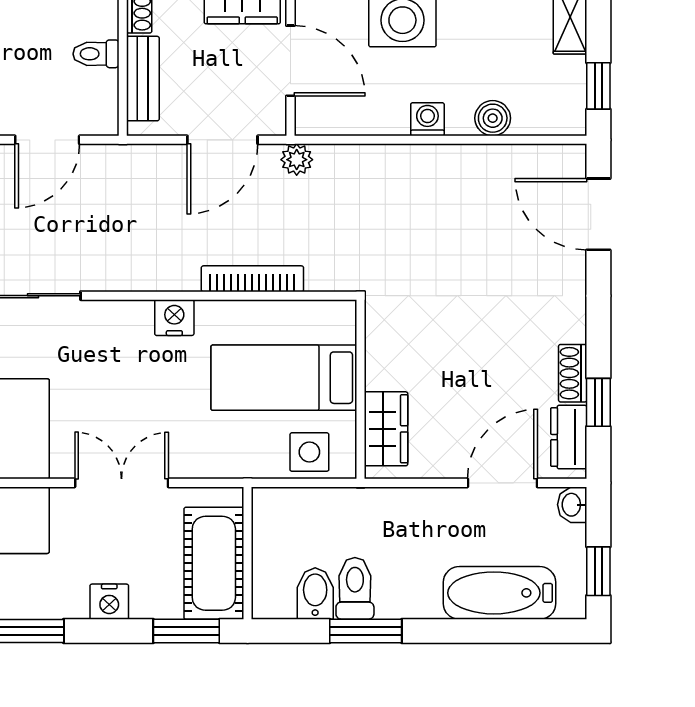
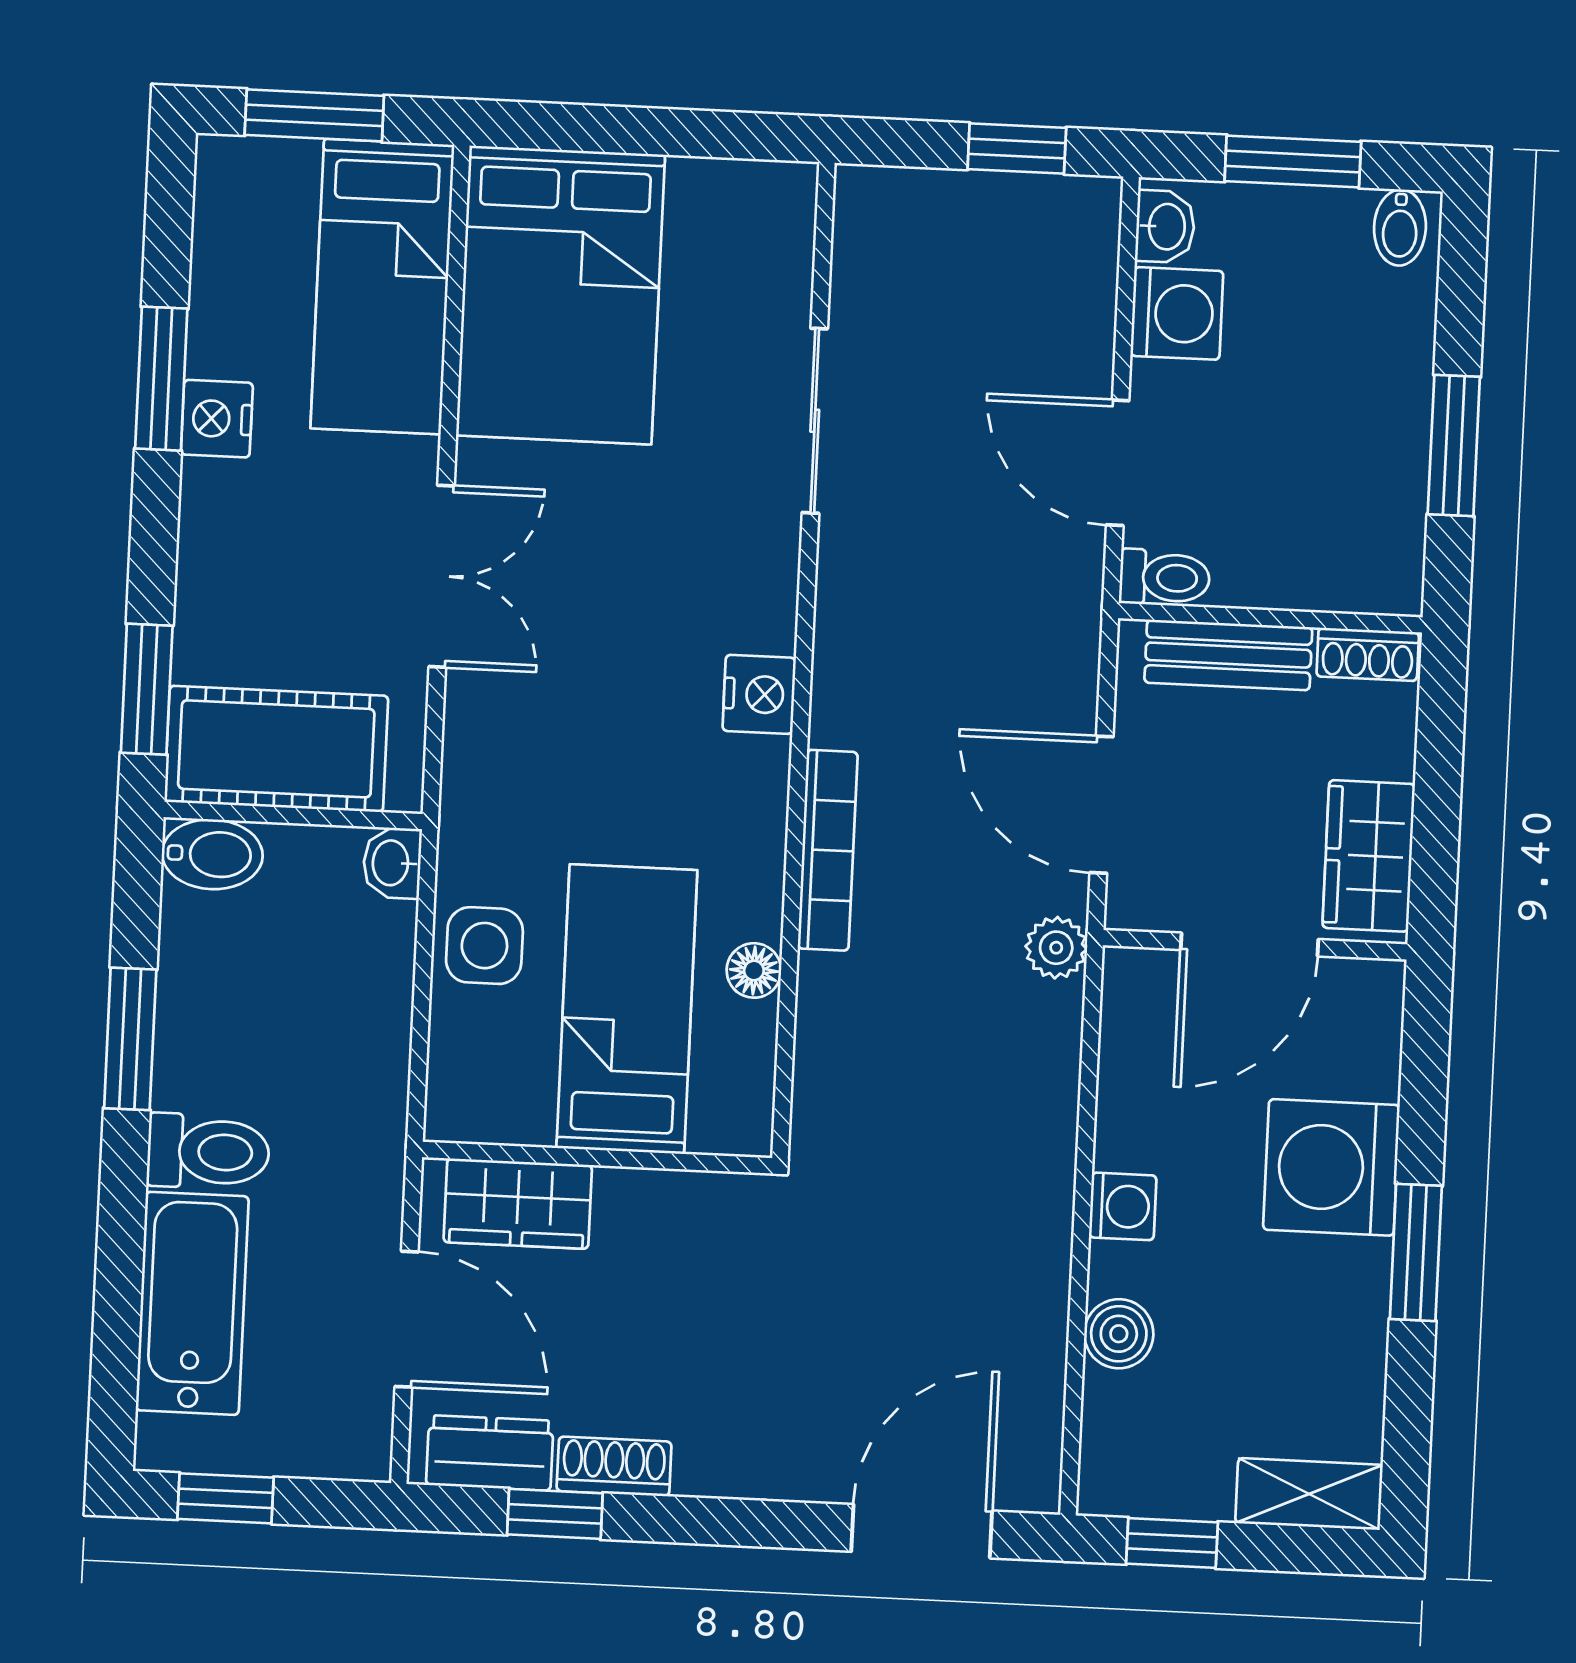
toilet: (96, 54) -> (1165, 578), moved, turned 90
floor lamp: (316, 314) -> (754, 970), added
bed: (284, 378) -> (627, 1009), moved
wall: (361, 389) -> (597, 1158), moved
wardrobe: (386, 429) -> (518, 1204), moved
washbasin: (572, 505) -> (392, 863), moved, turned -90
toilet: (355, 588) -> (208, 1152), moved
bidet: (315, 593) -> (212, 854), moved
nightstand: (109, 602) -> (217, 419), moved

